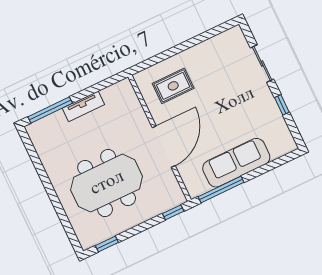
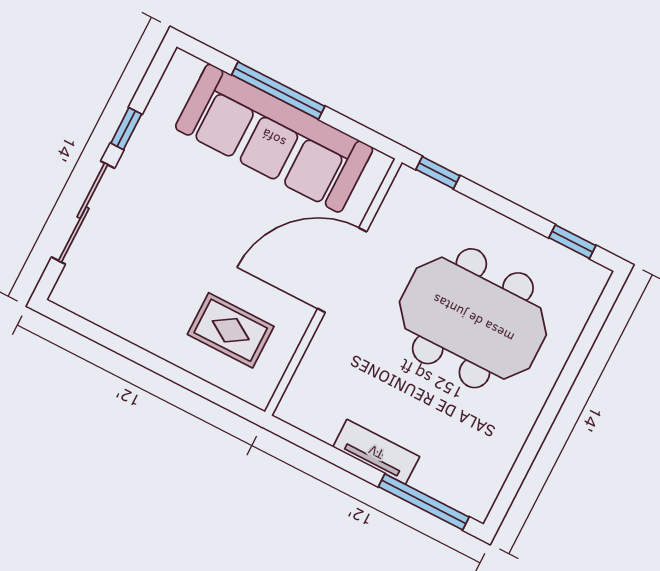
sliding door: (262, 64) -> (83, 213), width x1.37
sofa: (236, 163) -> (274, 138), width x1.36, depth x1.27
window: (221, 190) -> (278, 90), moved

